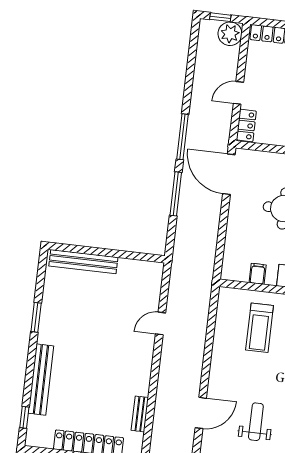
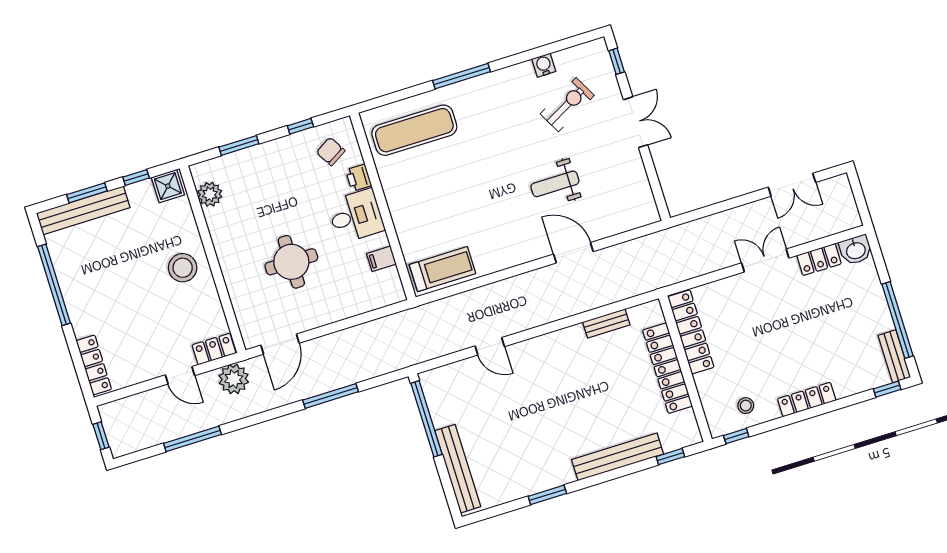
plant: (230, 34) -> (234, 379), moved
window: (183, 137) -> (192, 439), moved
door: (229, 174) -> (280, 344), width x0.73
window: (129, 255) -> (426, 419), added
treadmill: (260, 328) -> (442, 269), moved

